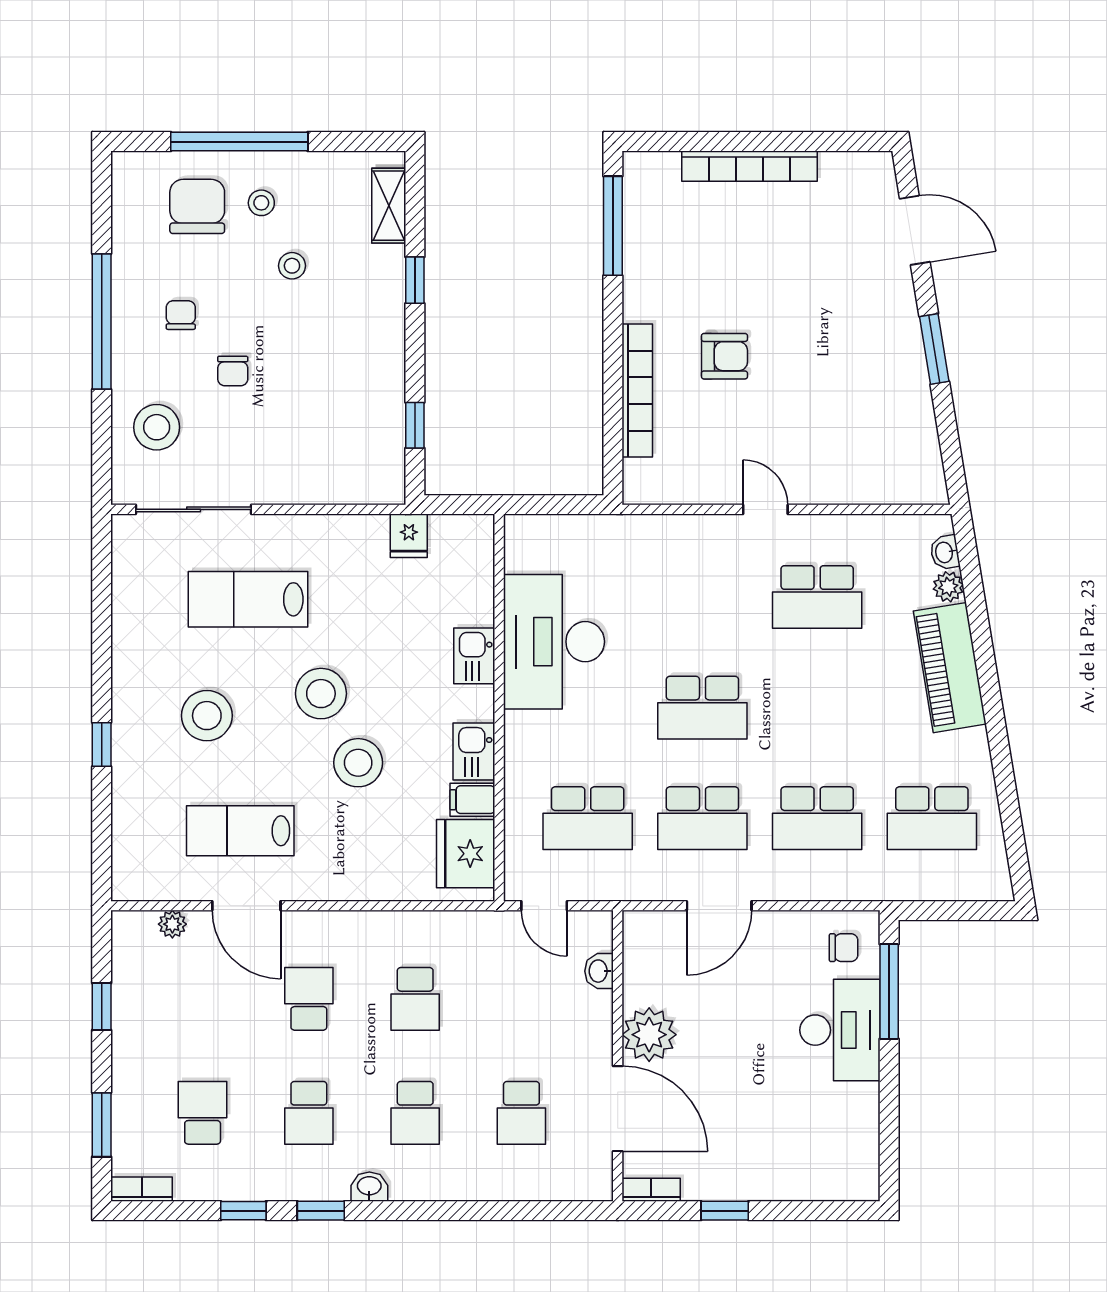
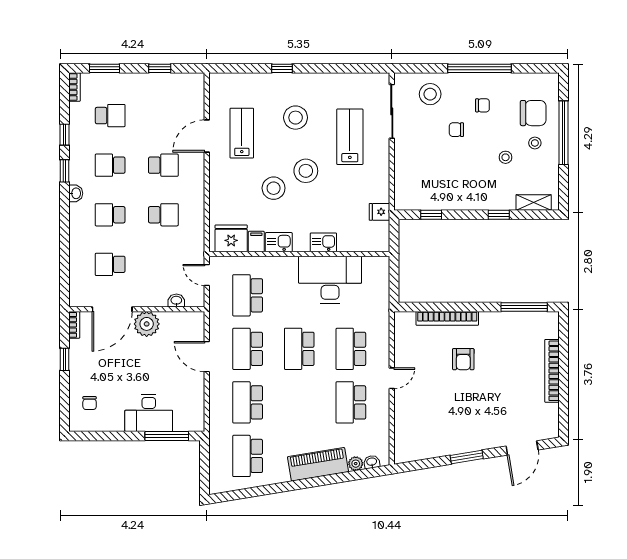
school desk: (702, 597) -> (351, 349), added
door: (544, 906) -> (207, 275), hinge flipped
plant: (172, 924) -> (198, 101), removed
chair: (844, 948) -> (90, 403), moved
school desk: (415, 999) -> (163, 215), turned 180

